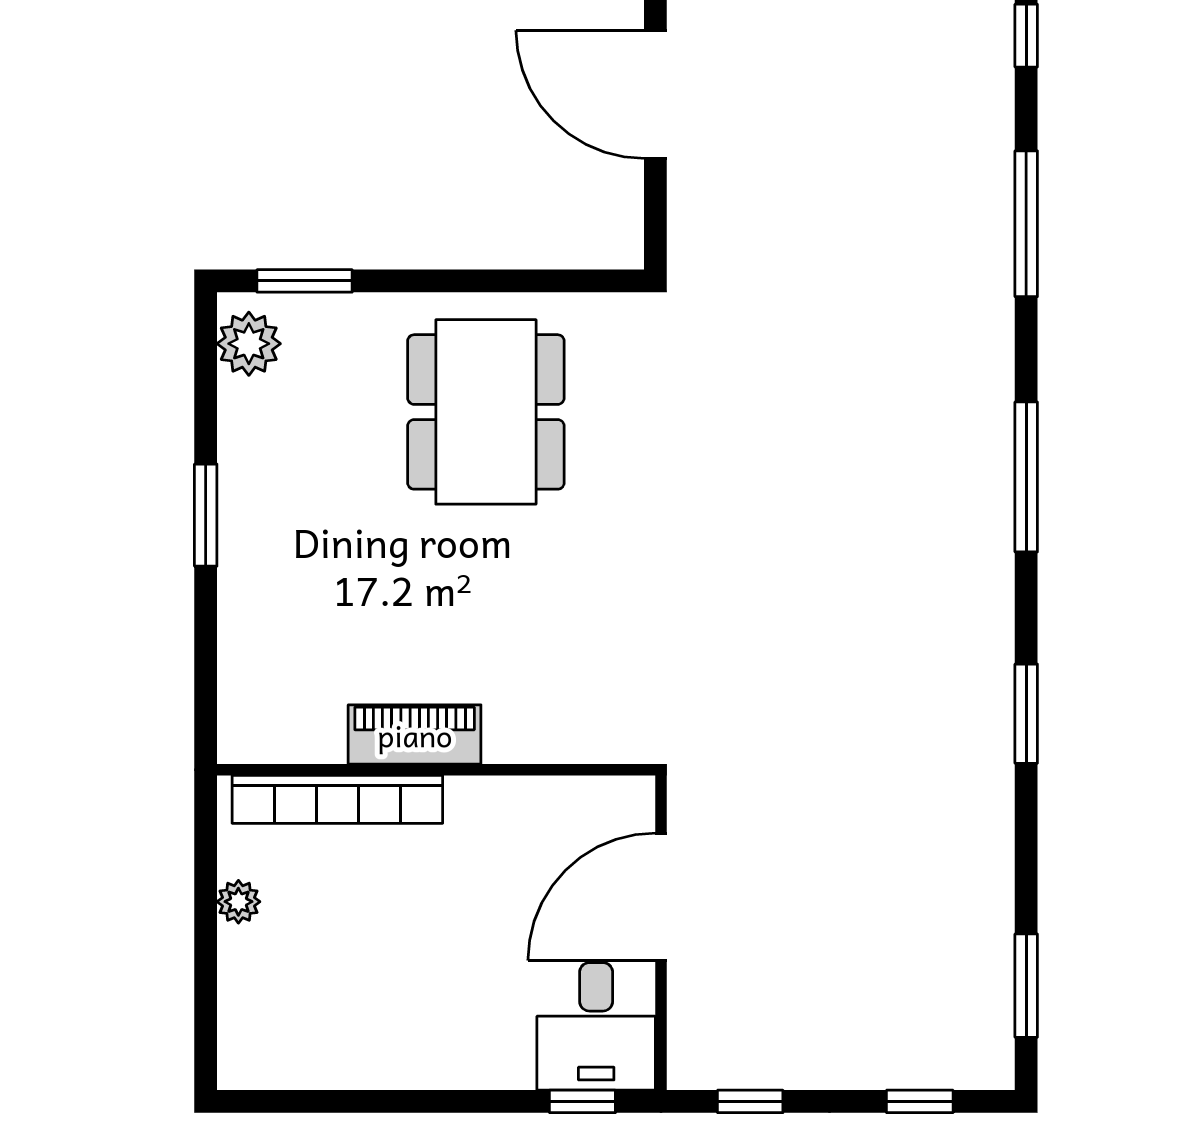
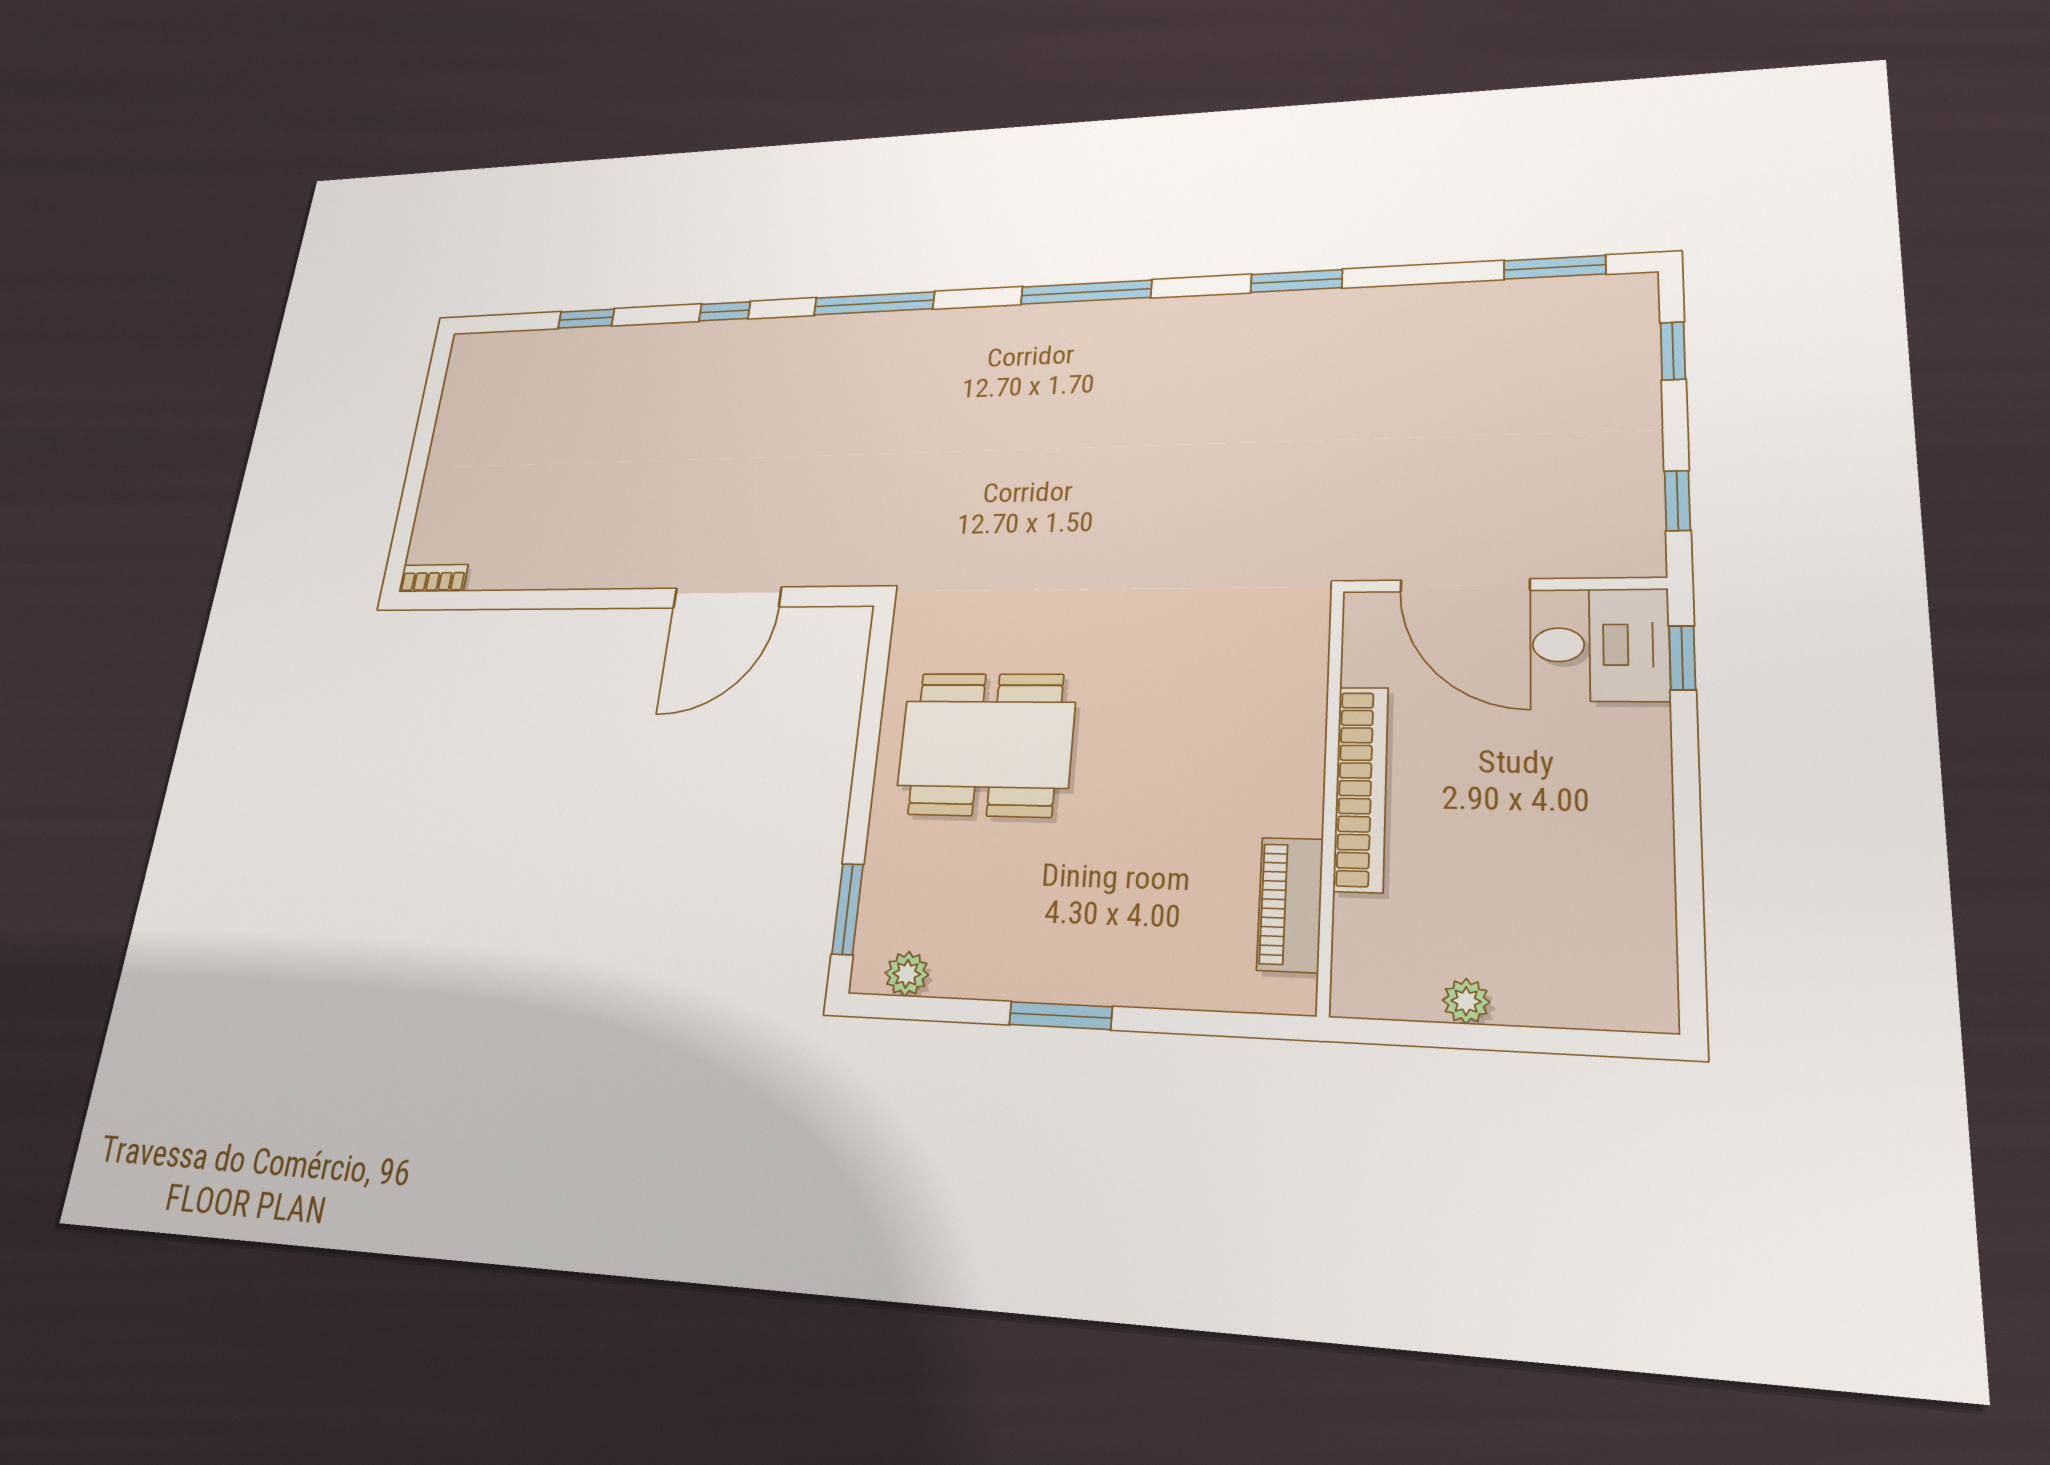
plant: (249, 344) -> (907, 974), width x0.73, depth x0.73
piano: (415, 735) -> (1290, 904), moved
bookcase: (337, 799) -> (1361, 788), moved

